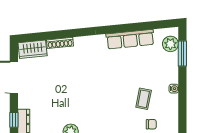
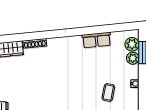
row of seats: (130, 39) -> (96, 40), width x0.68
plant: (171, 60) -> (133, 58), added

